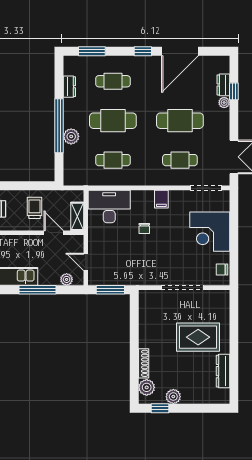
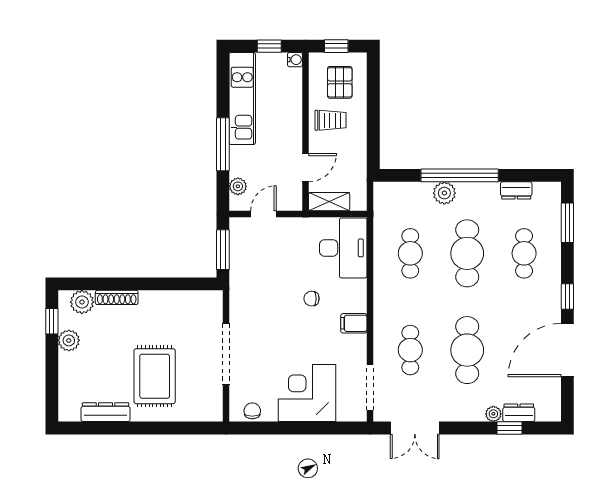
door: (180, 51) -> (567, 350), hinge flipped
trolley: (35, 208) -> (330, 120), moved

